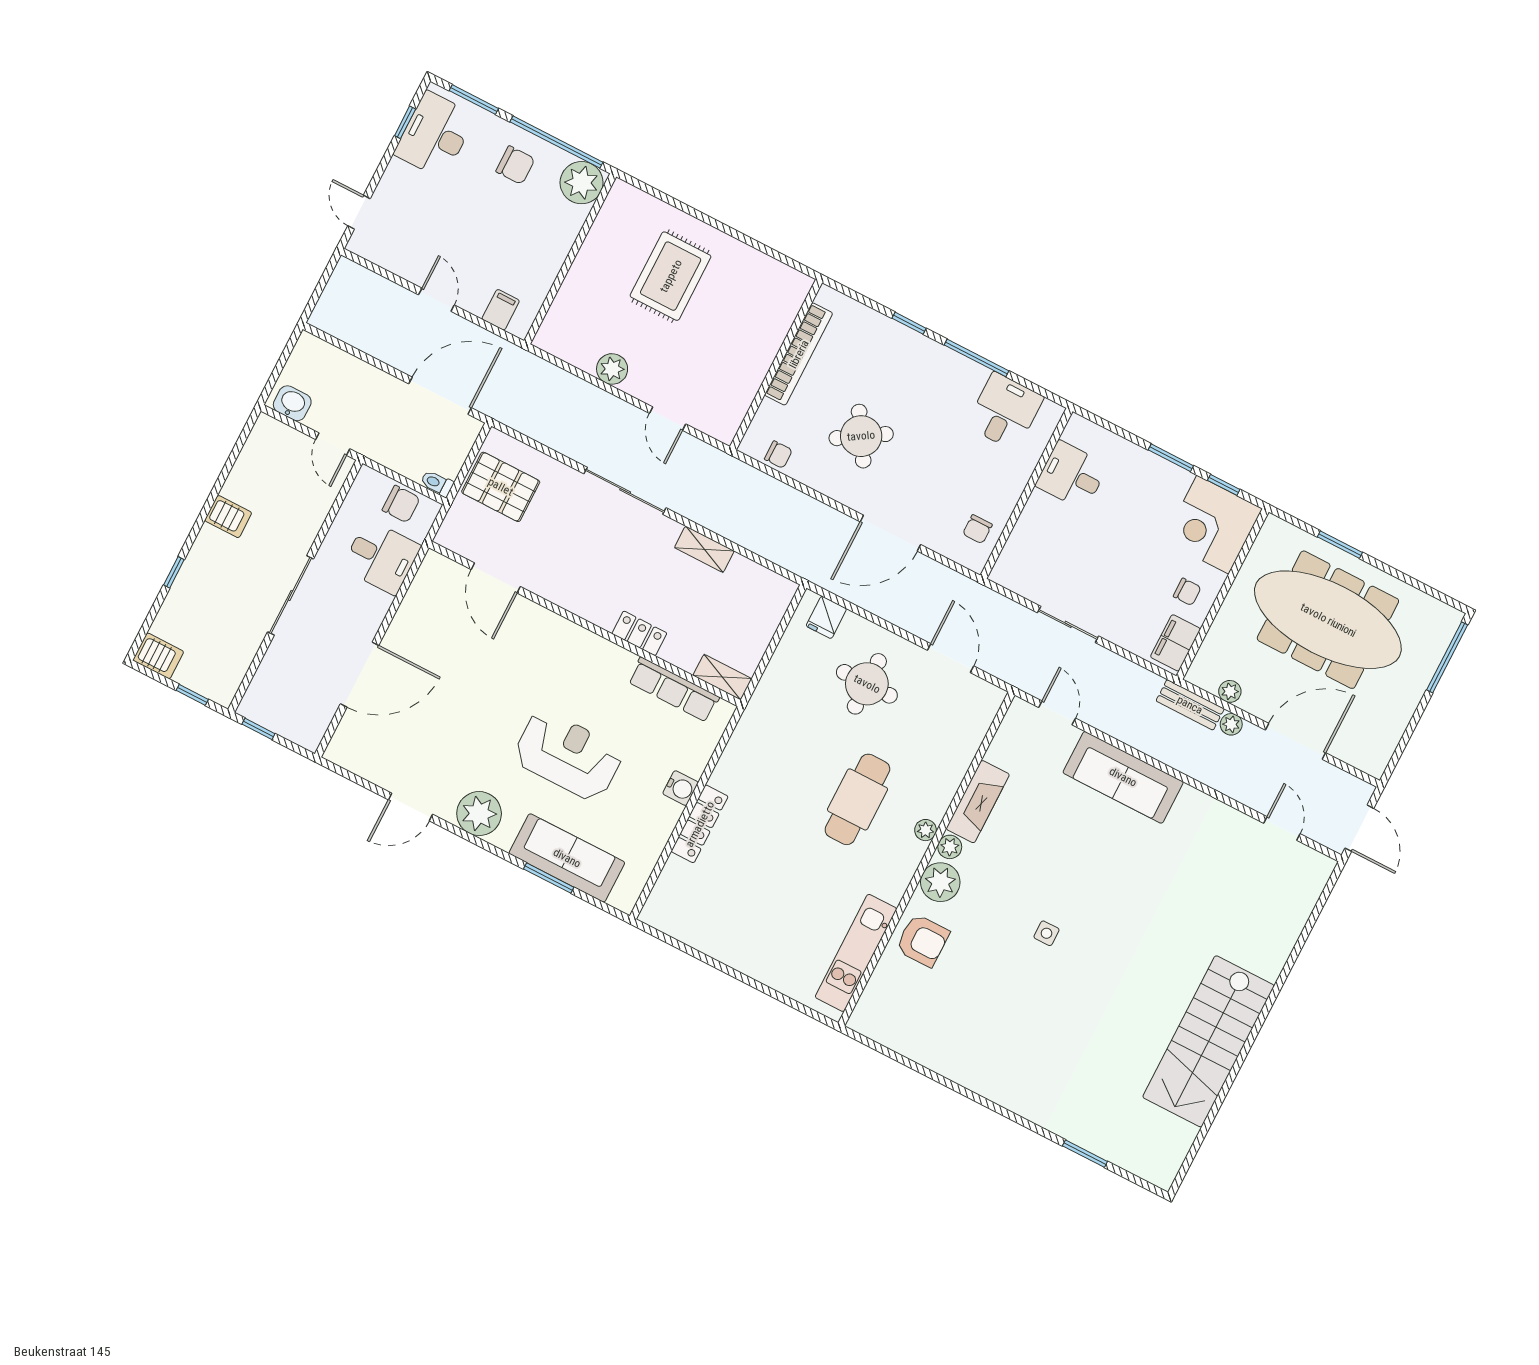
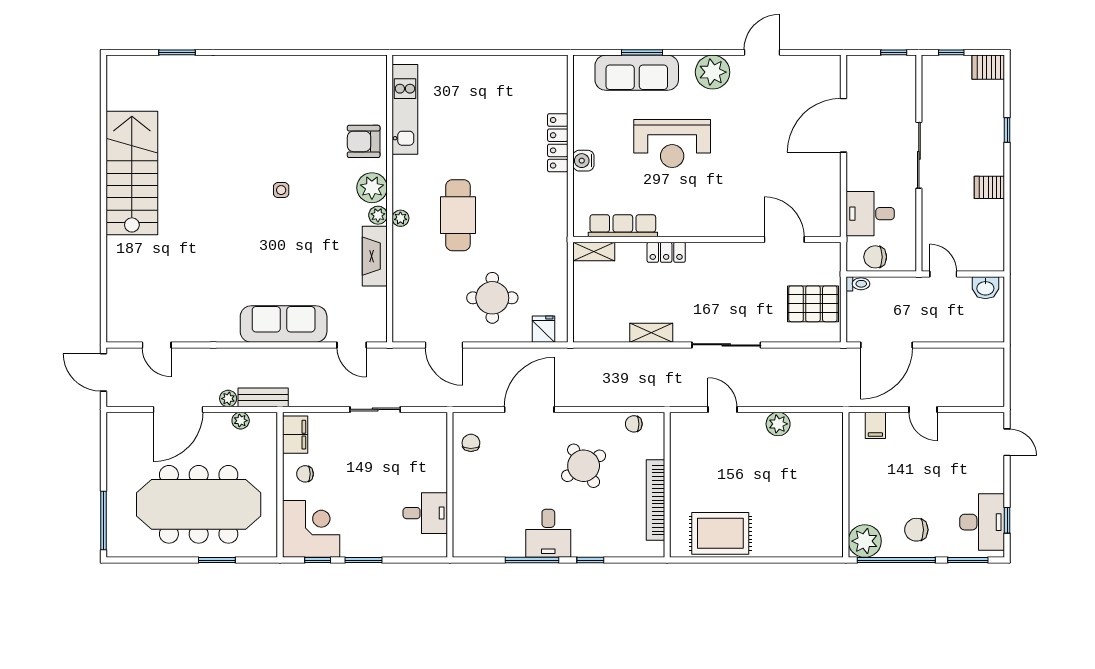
rug: (671, 276) -> (720, 533), moved, turned 90
desk: (1005, 411) -> (548, 533), moved

